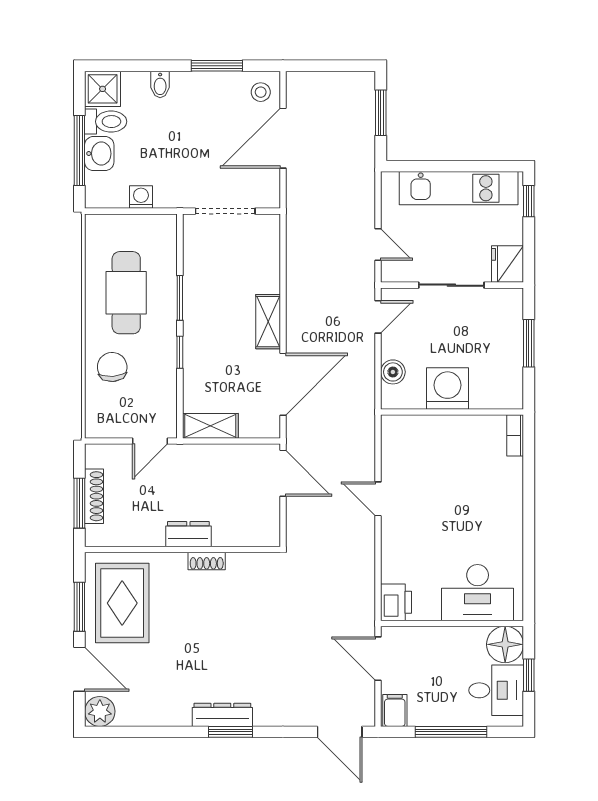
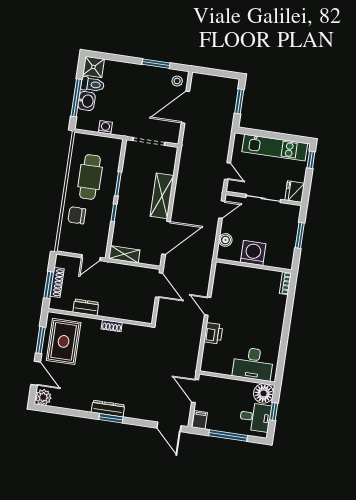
bidet: (160, 84) -> (124, 69), removed
shelving: (268, 322) -> (162, 196), width x1.50, depth x1.33
chair: (112, 367) -> (77, 215), turned -86
dresser: (188, 534) -> (86, 307), moved
printer: (396, 602) -> (213, 333), moved

